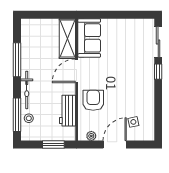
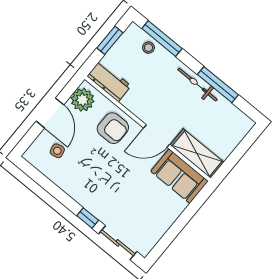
door: (77, 71) -> (157, 136), swing flipped
bicycle: (27, 90) -> (197, 84), moved
workbench: (67, 111) -> (109, 81), moved
plant: (91, 136) -> (83, 100), width x1.88, depth x1.88
window: (53, 144) -> (110, 40), moved

